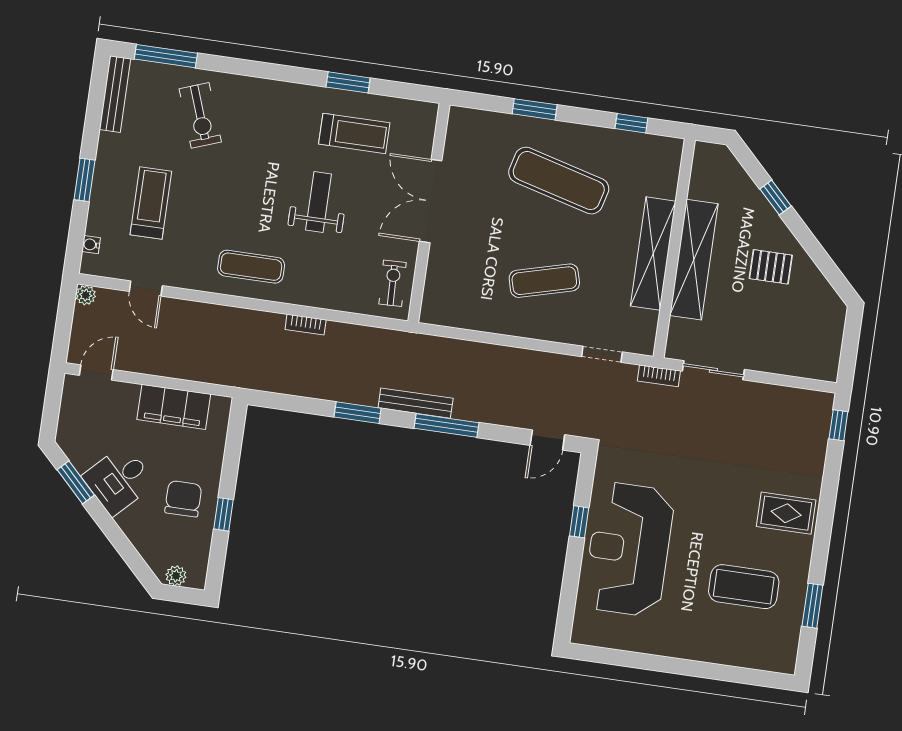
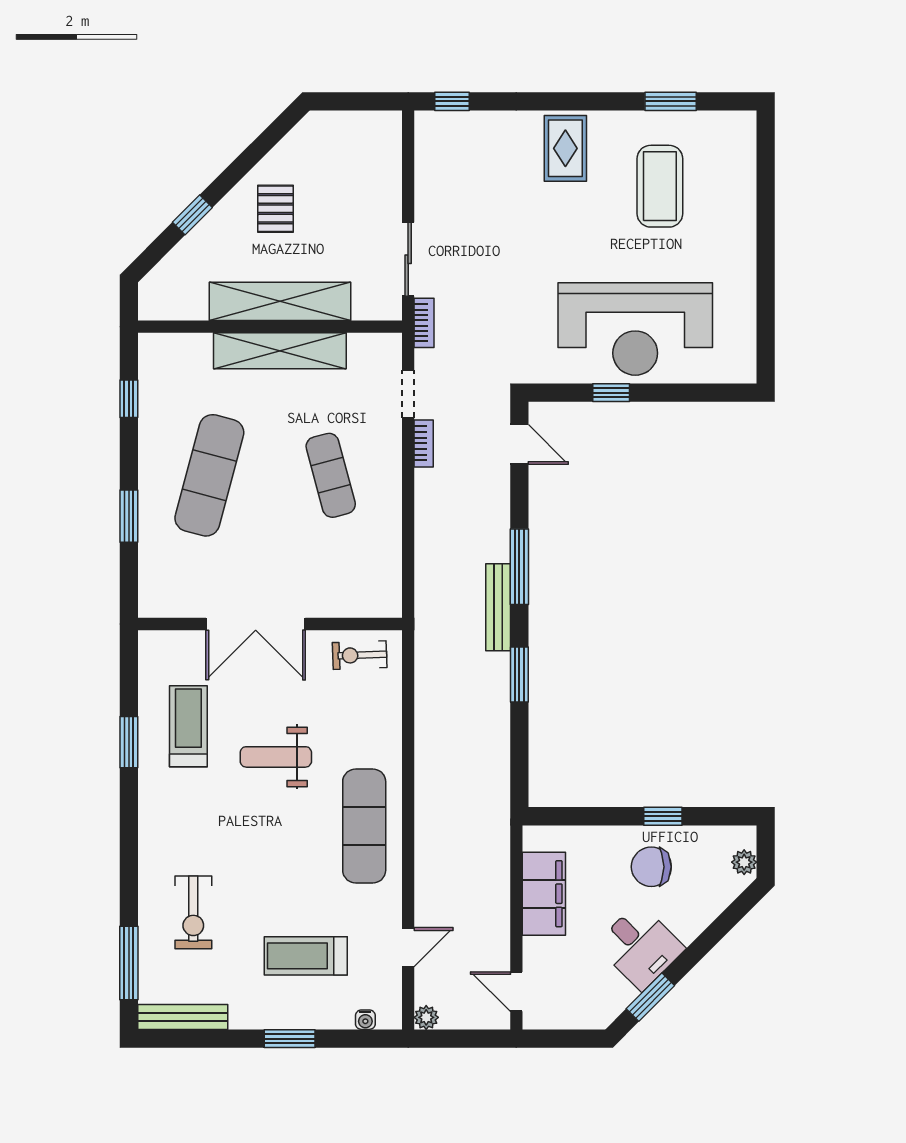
exercise bike: (200, 115) -> (193, 912), turned 110
exercise mat: (251, 267) -> (364, 826), width x1.36, depth x1.45
bookcase: (306, 325) -> (424, 443), moved

